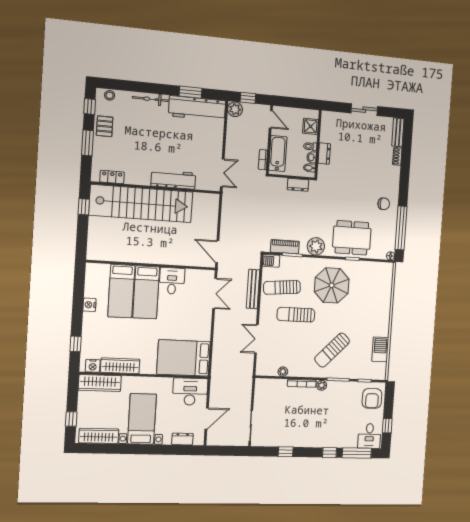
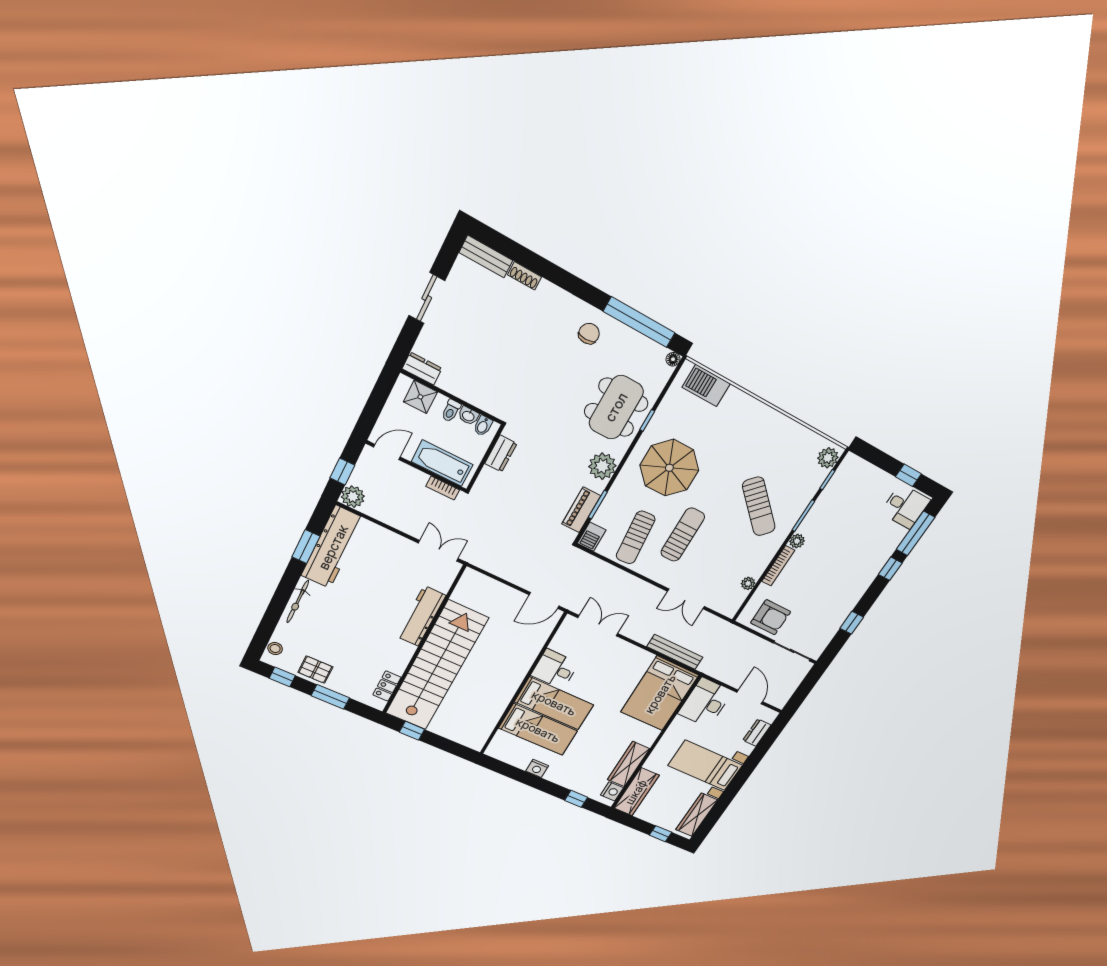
dresser: (324, 154) -> (422, 369), moved
bench: (253, 289) -> (675, 652), moved
sun lounger: (296, 315) -> (683, 535), turned 180
barbecue: (380, 349) -> (706, 385), moved
plant: (377, 373) -> (828, 458), added
armchair: (372, 398) -> (771, 617), moved

